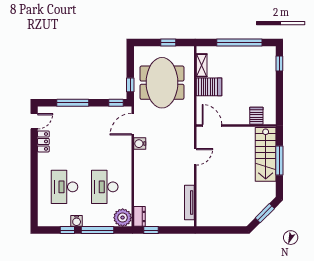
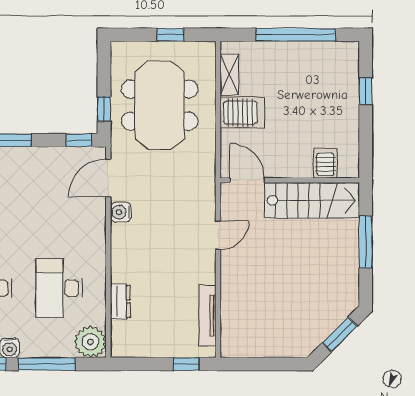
window: (279, 63) -> (366, 91), moved
stairs: (266, 154) -> (312, 200), moved, turned -90
dresser: (140, 216) -> (120, 301), moved
window: (151, 230) -> (186, 364), moved

